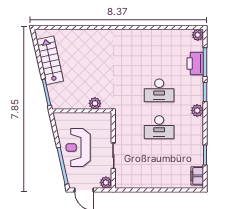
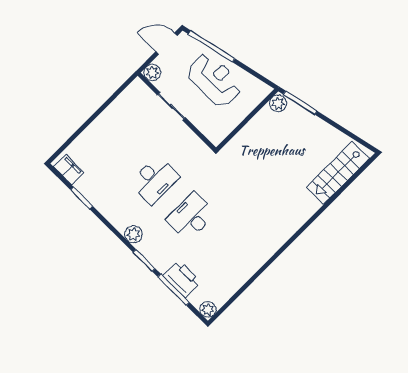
stairs: (50, 60) -> (338, 173), moved, turned 102
plant: (95, 103) -> (278, 103), moved
desk: (159, 127) -> (154, 180), turned 180

